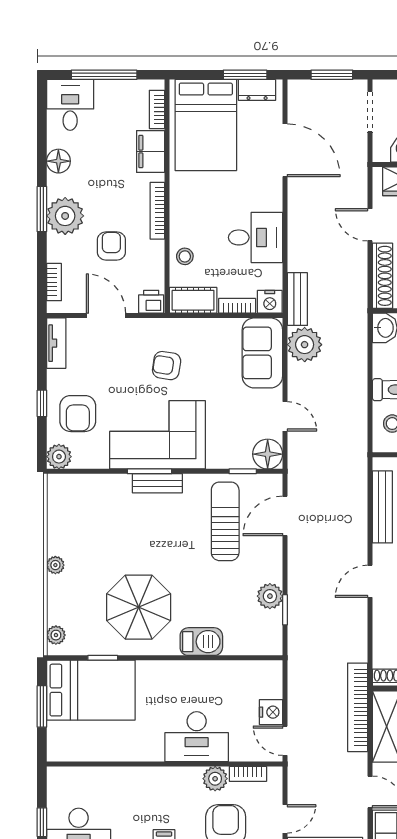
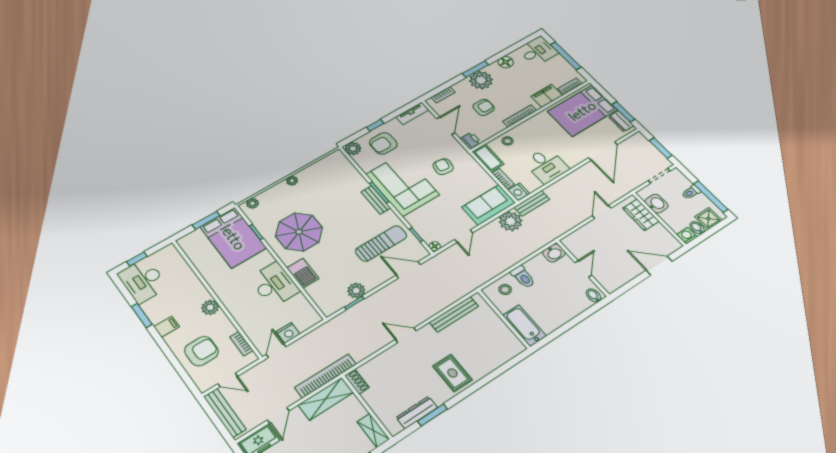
shoe rack: (382, 276) -> (581, 234), removed
floor lamp: (268, 454) -> (435, 246), width x0.53, depth x0.53
desk: (197, 737) -> (274, 285), moved, turned 180
plant: (215, 779) -> (210, 307), moved

